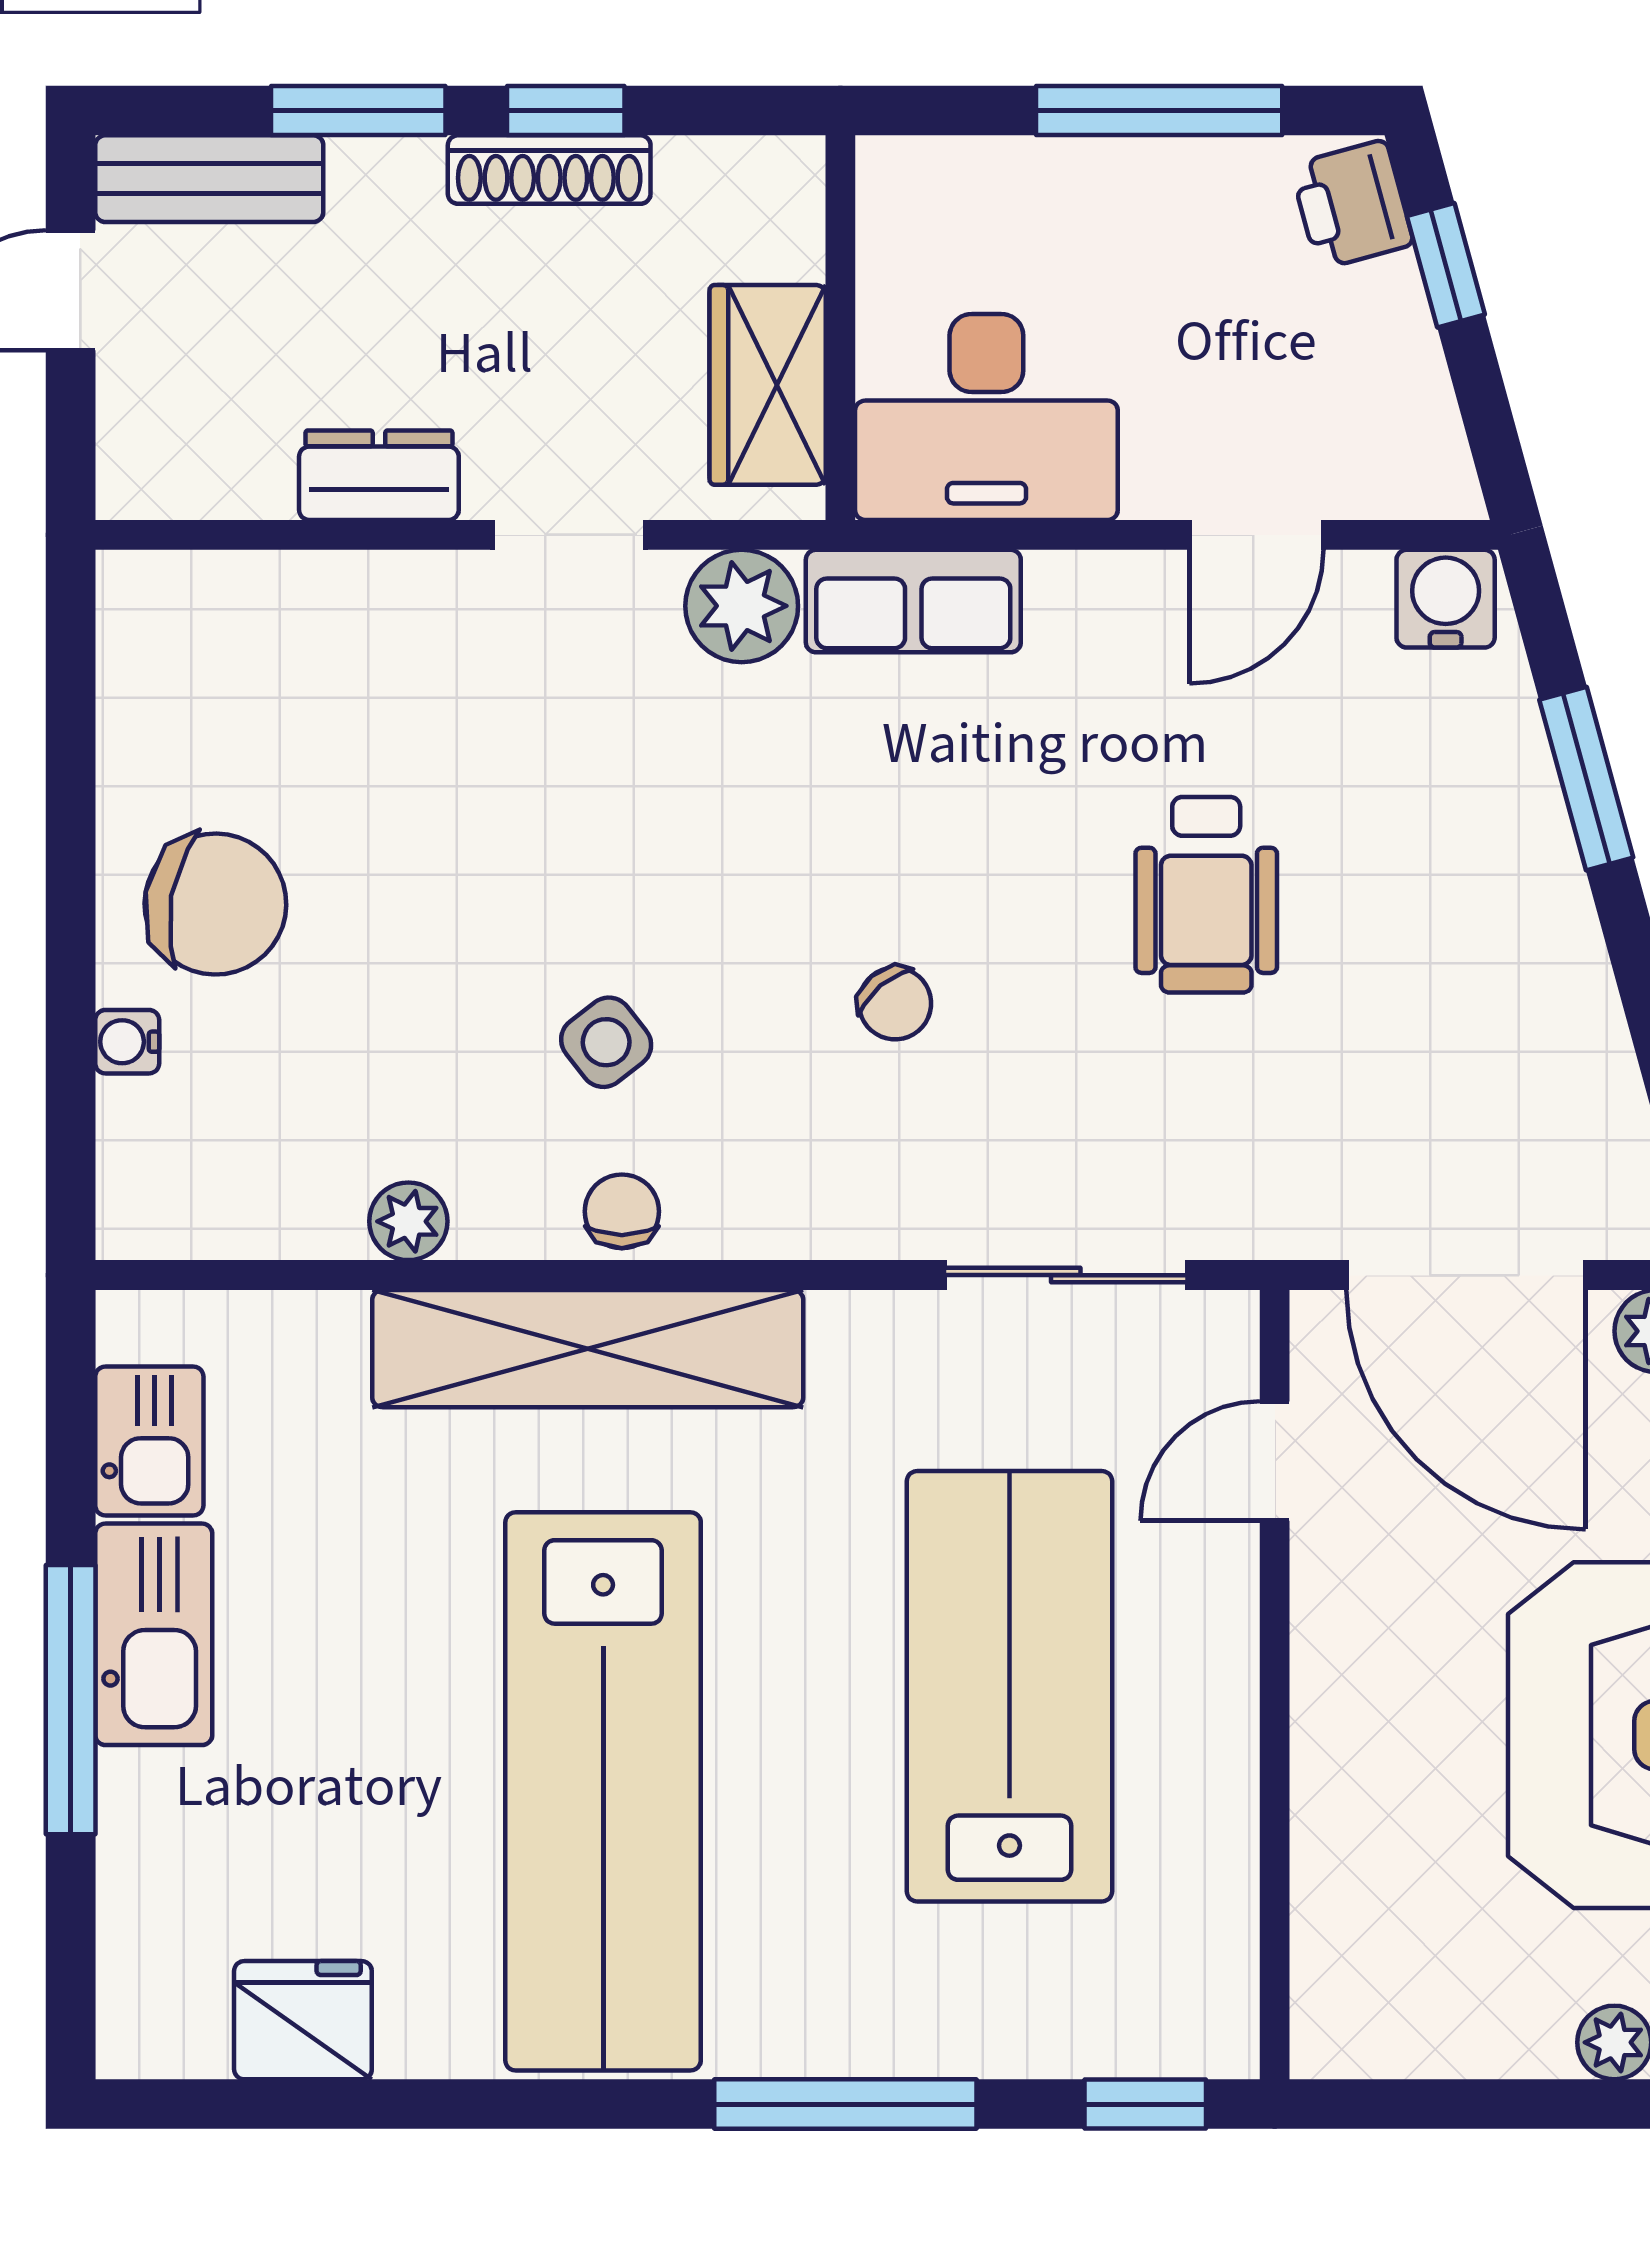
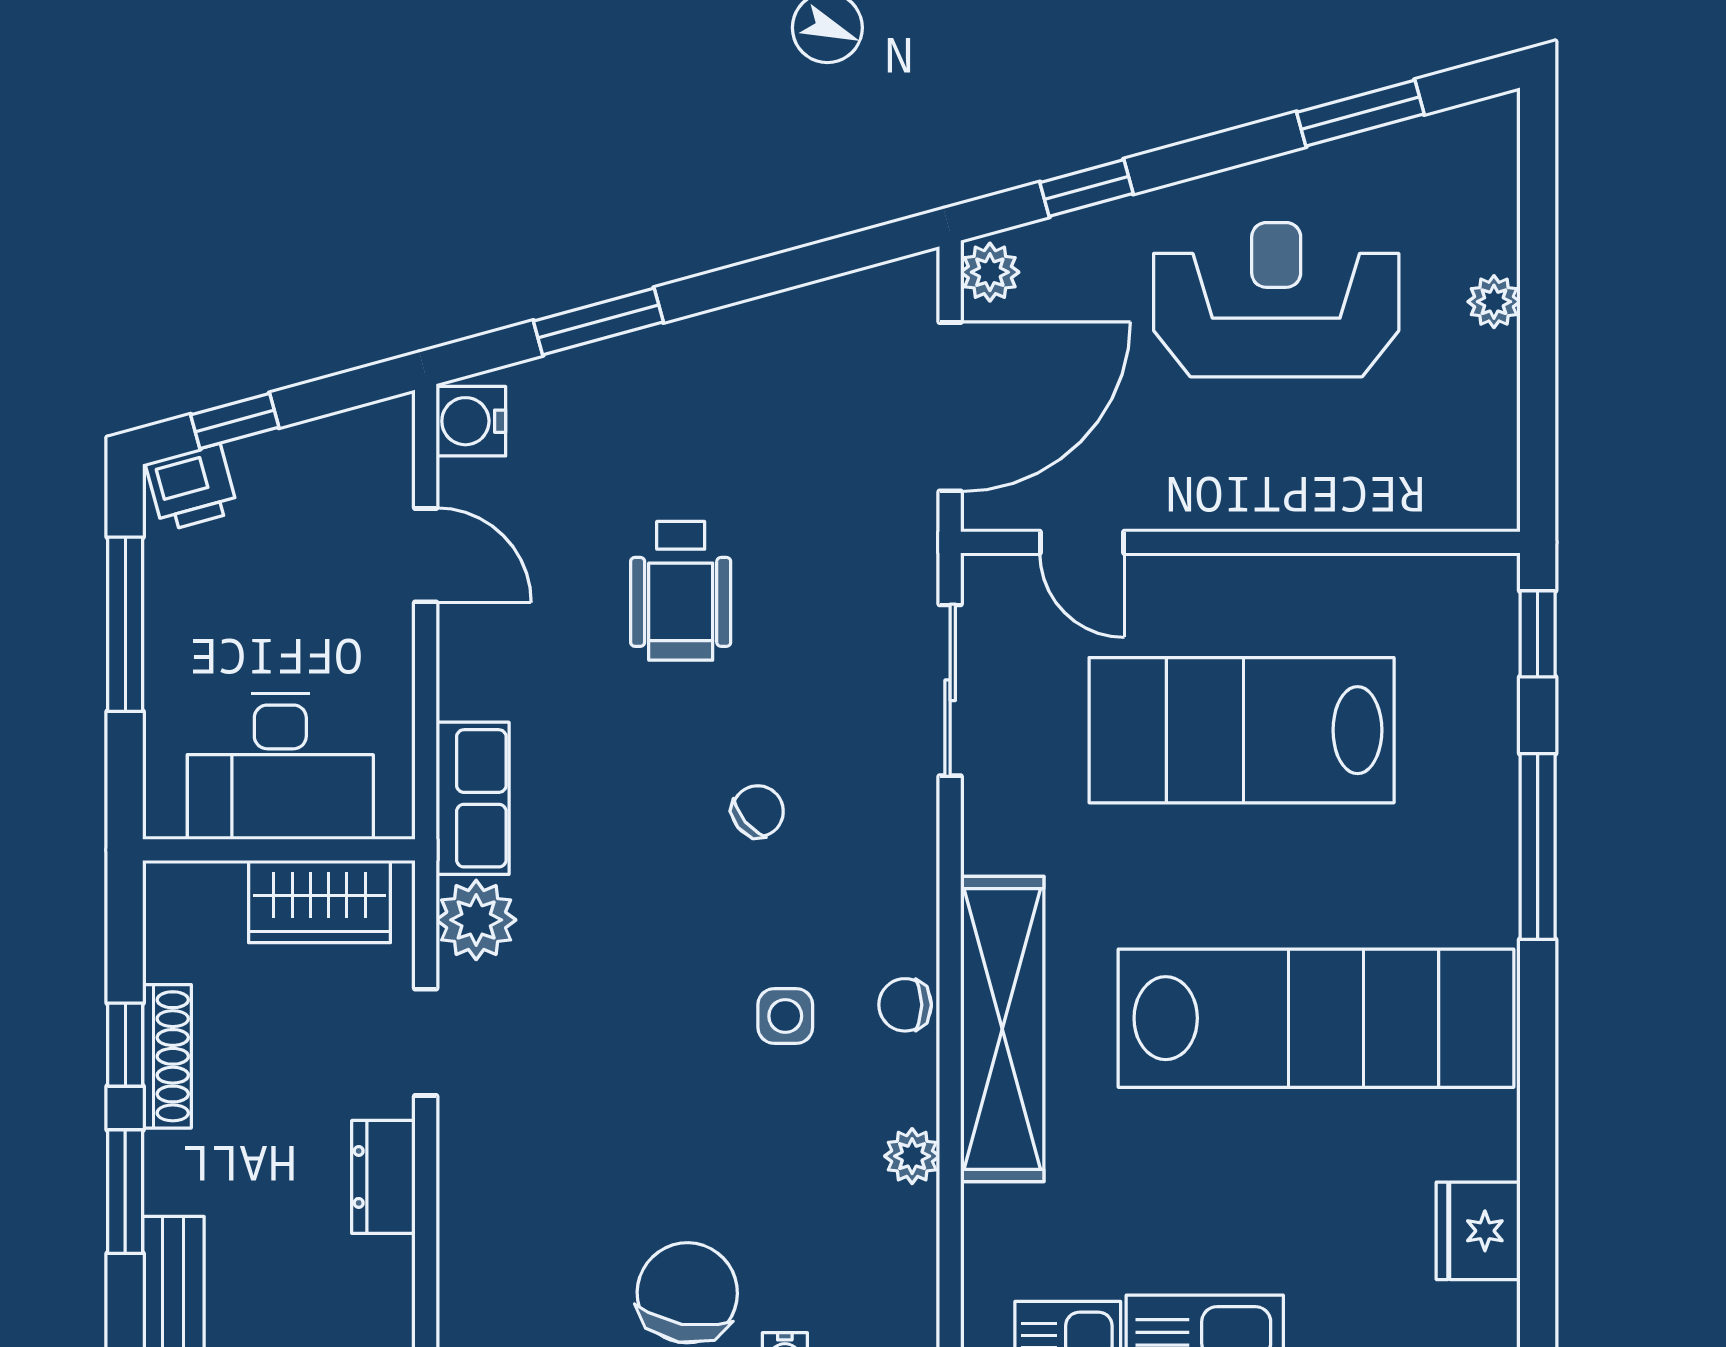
desk: (986, 417) -> (280, 766), moved, turned 90
wheelchair: (1206, 895) -> (681, 591), turned 90
side table: (606, 1042) -> (785, 1016), turned 38

